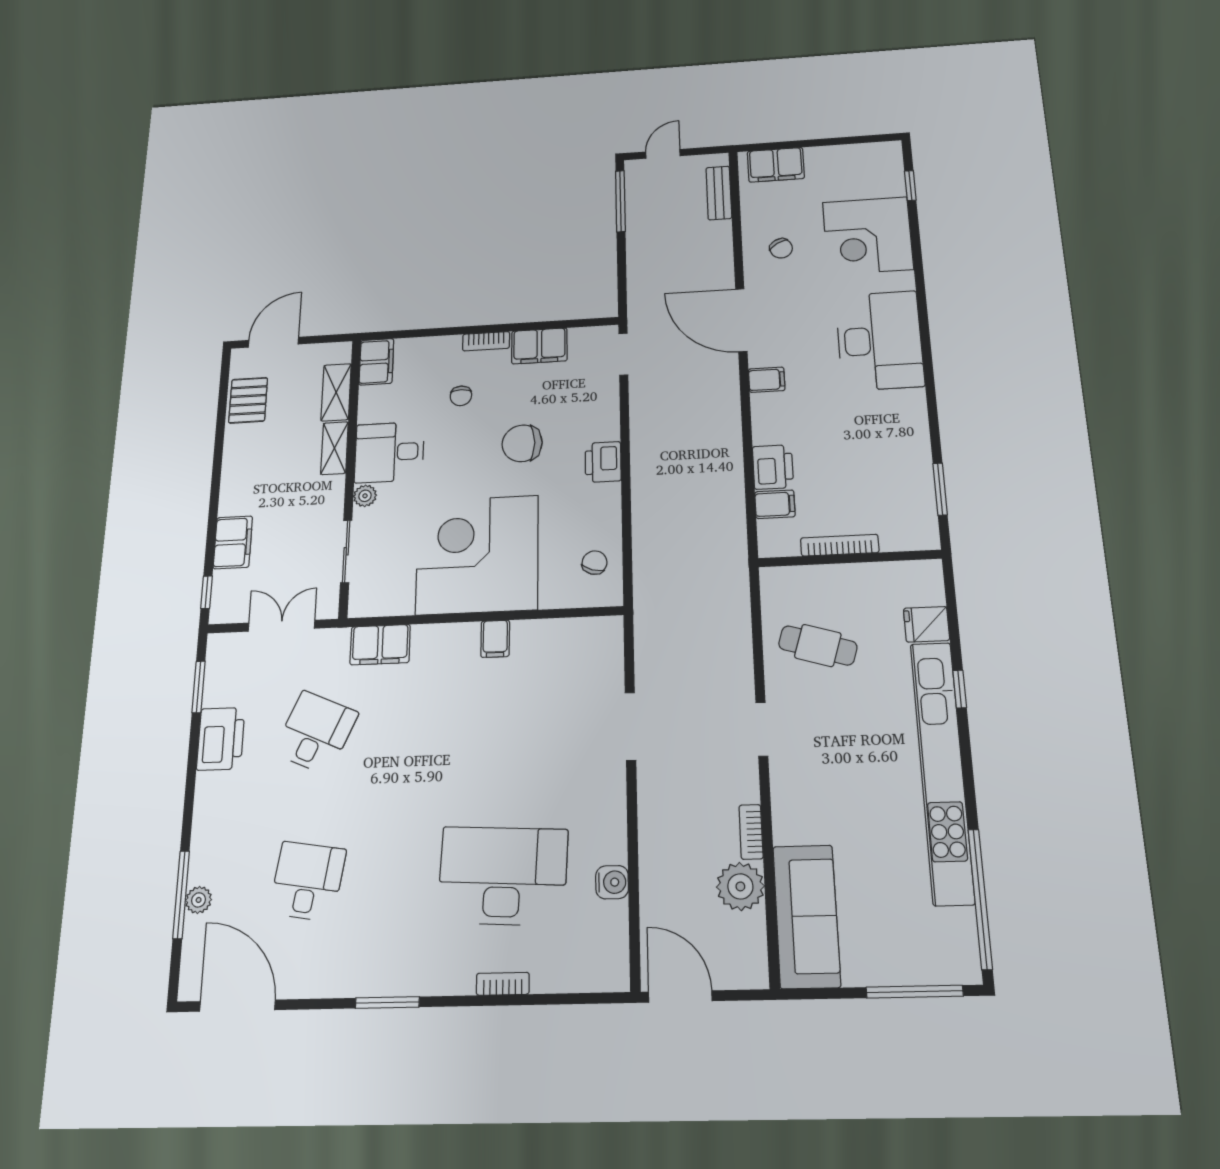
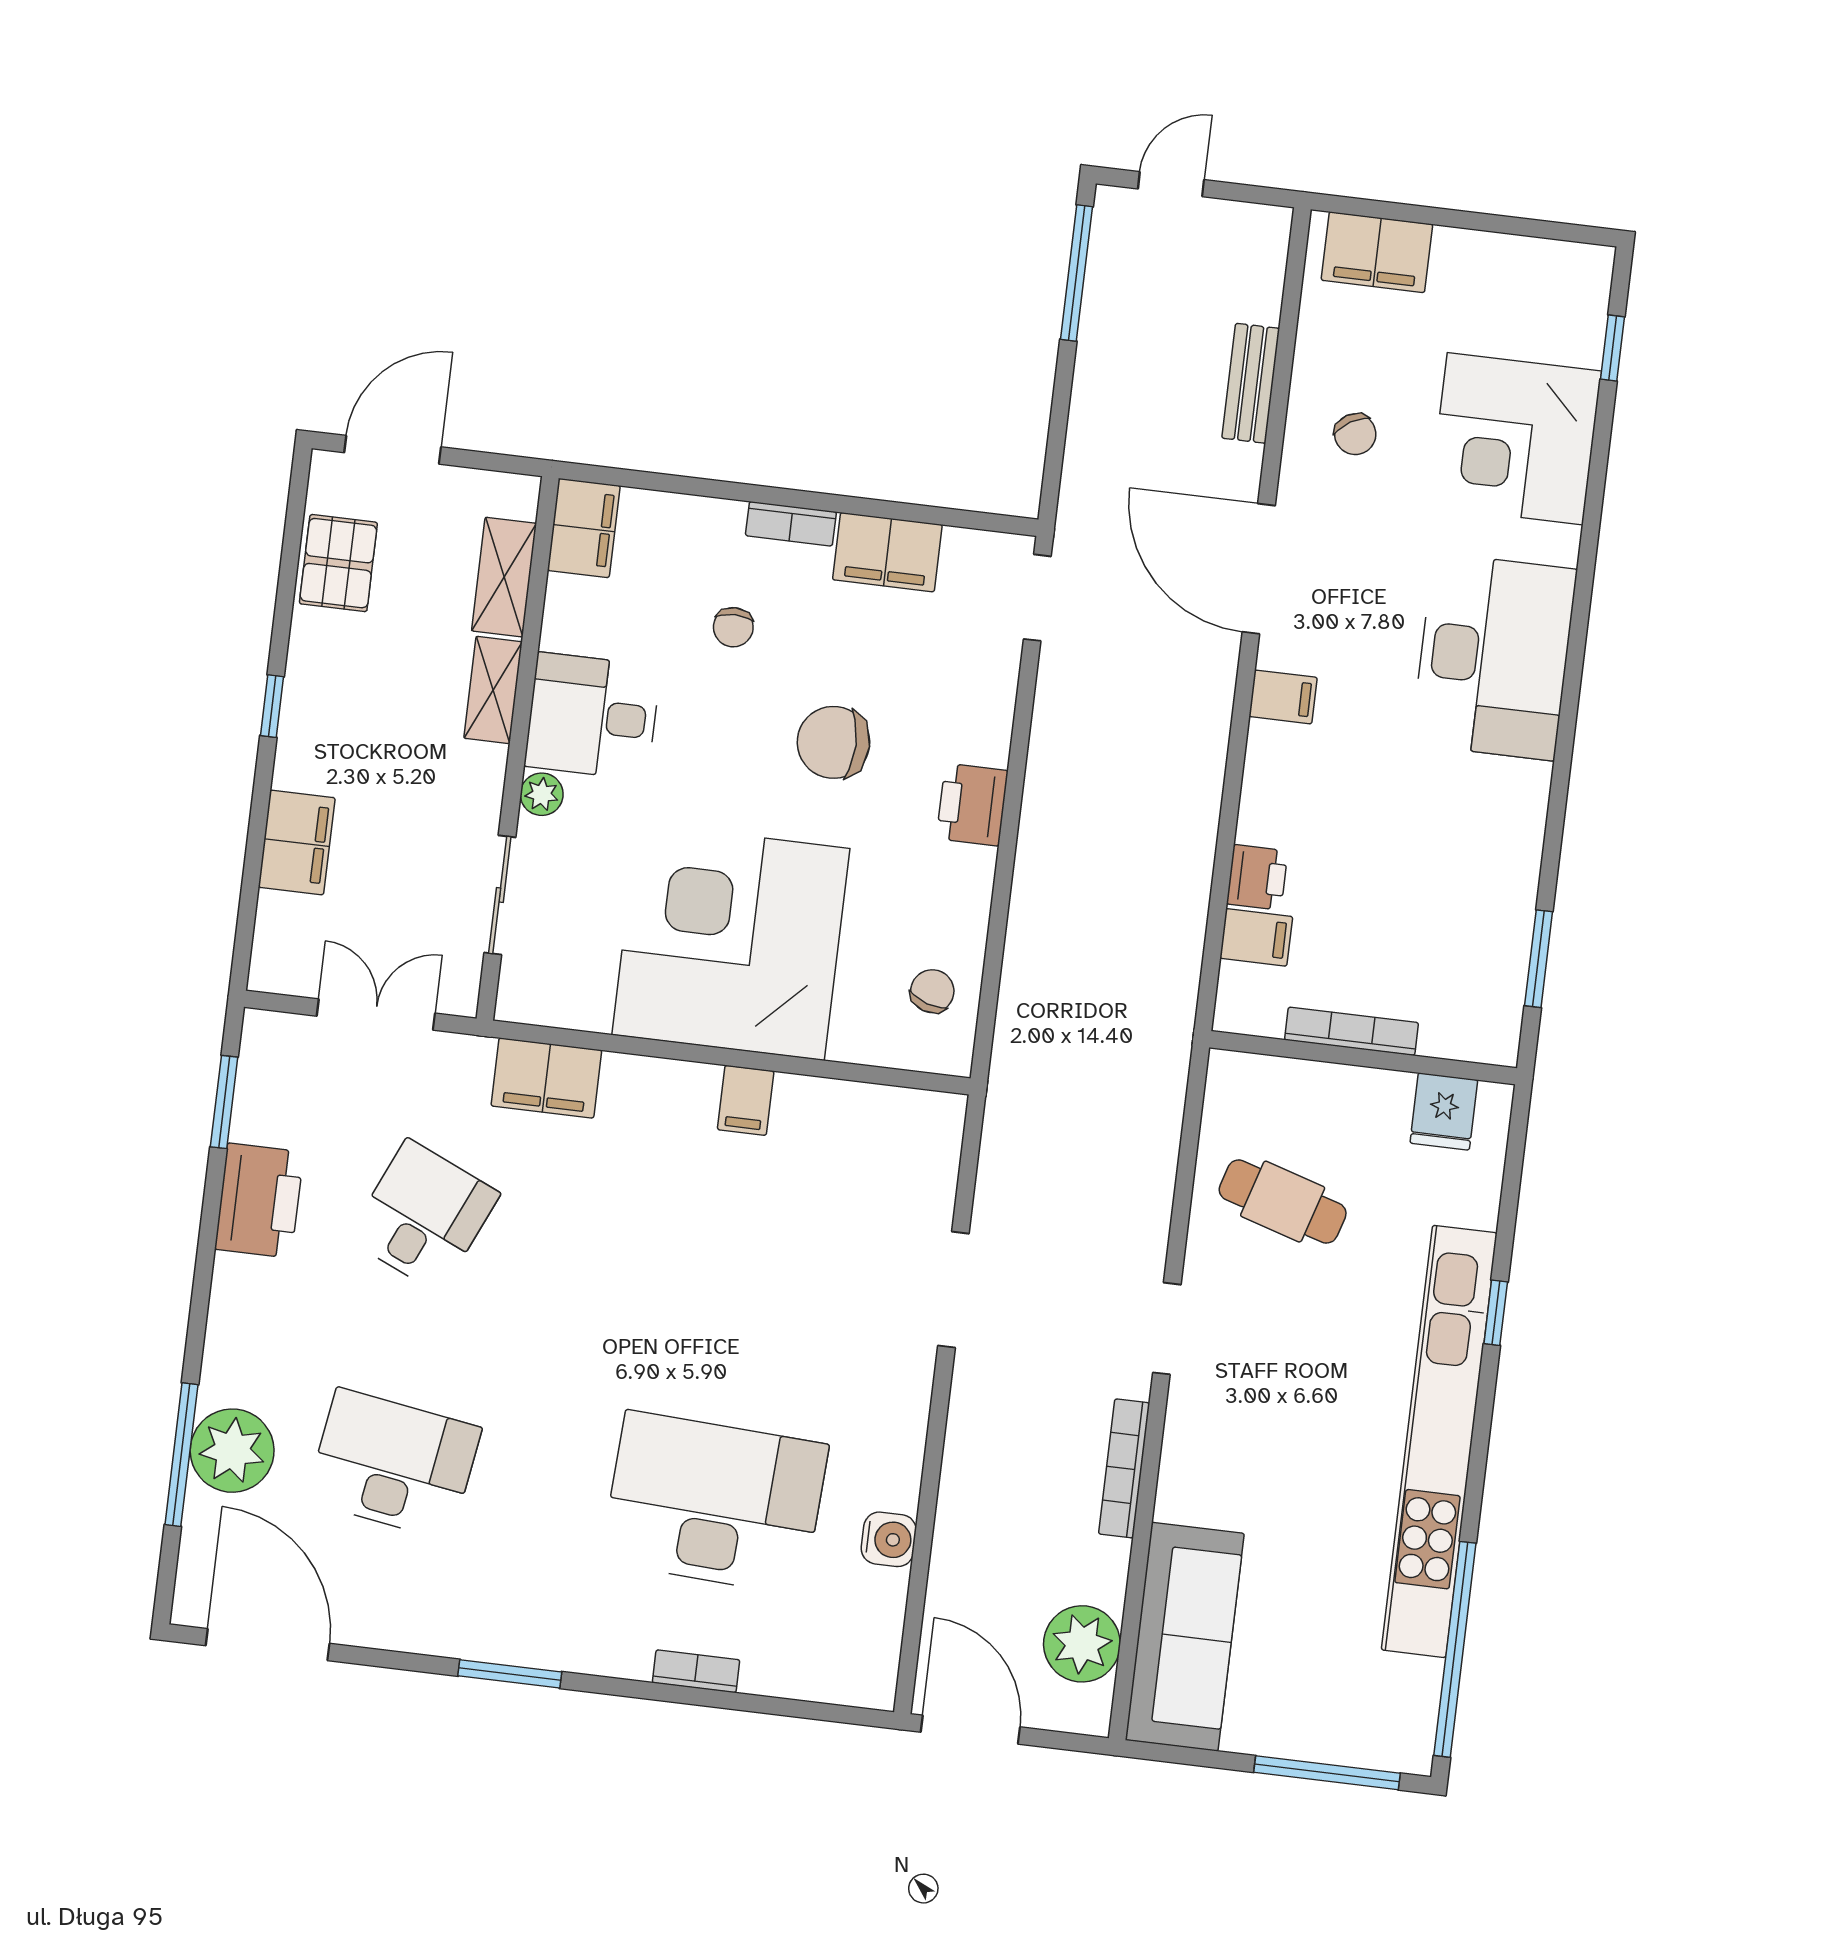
bench: (719, 193) -> (1251, 383), moved
printer: (773, 467) -> (1257, 877), width x0.73, depth x0.81
window: (207, 592) -> (272, 706), moved
fridge: (926, 624) -> (1444, 1111), moved, turned -90
bookcase: (751, 832) -> (1124, 1468), width x1.56
desk: (307, 881) -> (394, 1464), width x1.37
plant: (740, 886) -> (1082, 1644), moved
plant: (199, 900) -> (232, 1451), width x1.88, depth x1.88

